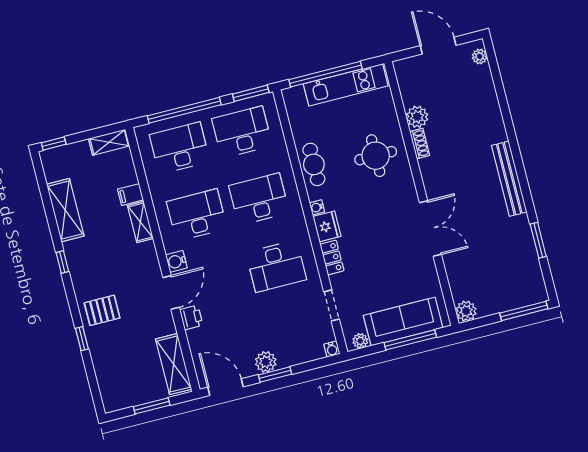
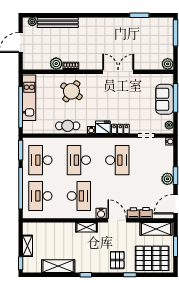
shelving: (109, 142) -> (28, 246), moved
round table: (376, 156) -> (71, 91), turned 35
bench: (509, 179) -> (58, 22), moved
filing cabinet: (131, 195) -> (59, 229), removed
desk: (197, 215) -> (79, 196), turned 180
shelving: (140, 222) -> (87, 227), moved
sofa: (403, 322) -> (165, 99), width x0.73
printer: (197, 340) -> (146, 213), added
pallet: (120, 370) -> (152, 258), added

